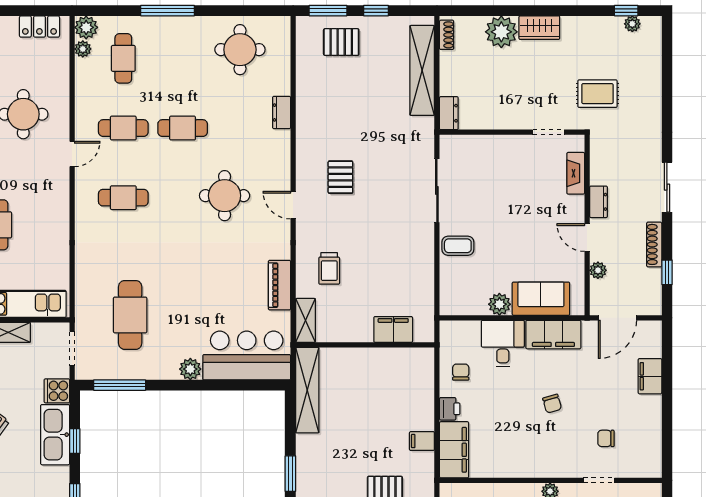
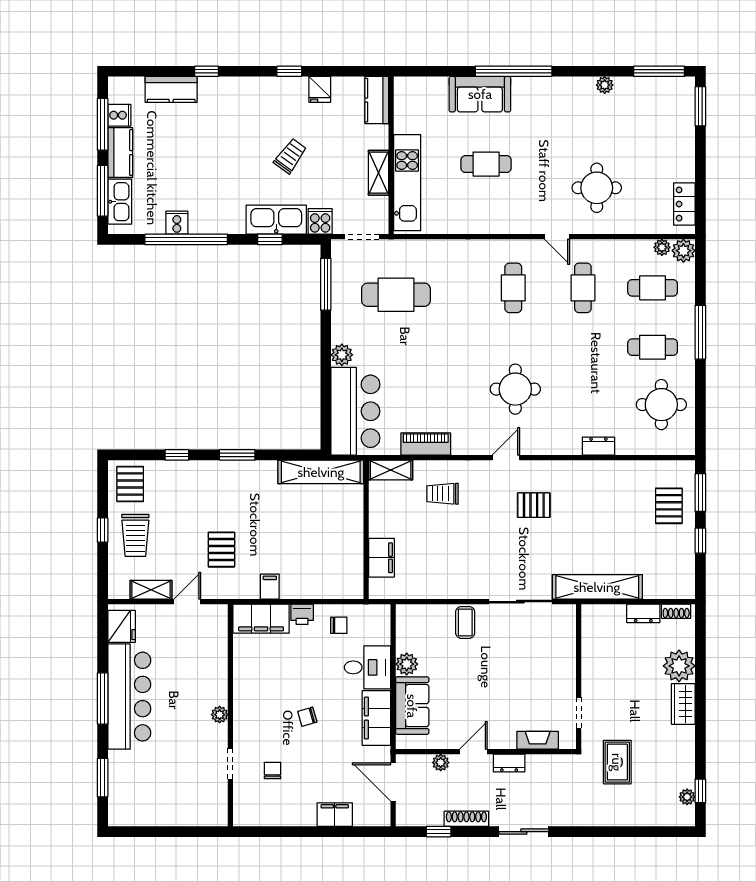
shelving: (422, 70) -> (597, 587), moved
dresser: (449, 113) -> (643, 613), moved
cafe table: (183, 128) -> (653, 347), moved, turned 90

